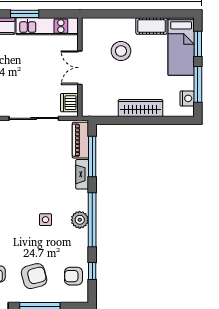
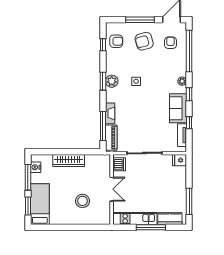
window: (25, 14) -> (151, 227), width x1.44
cot: (151, 26) -> (61, 219), removed
window: (92, 220) -> (103, 81), width x0.47

